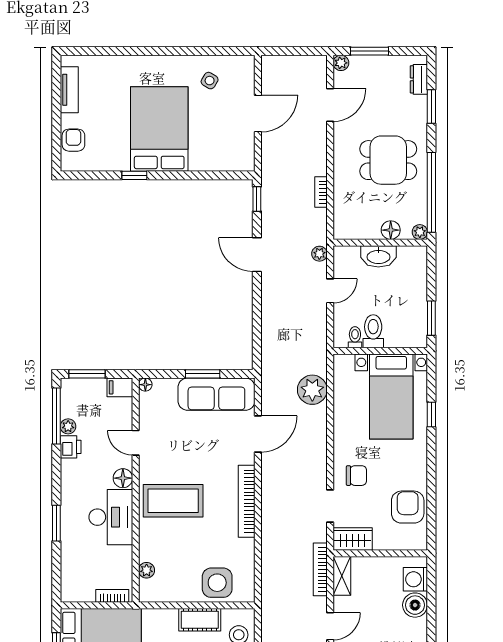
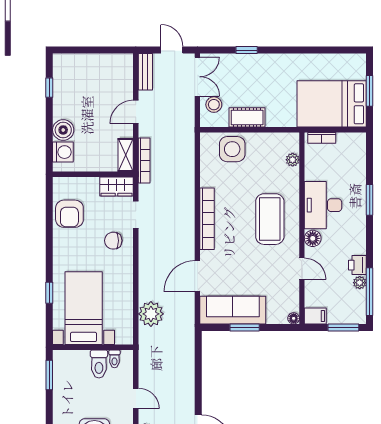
door: (330, 291) -> (136, 398), swing flipped
coffee table: (173, 501) -> (270, 219), turned 90

